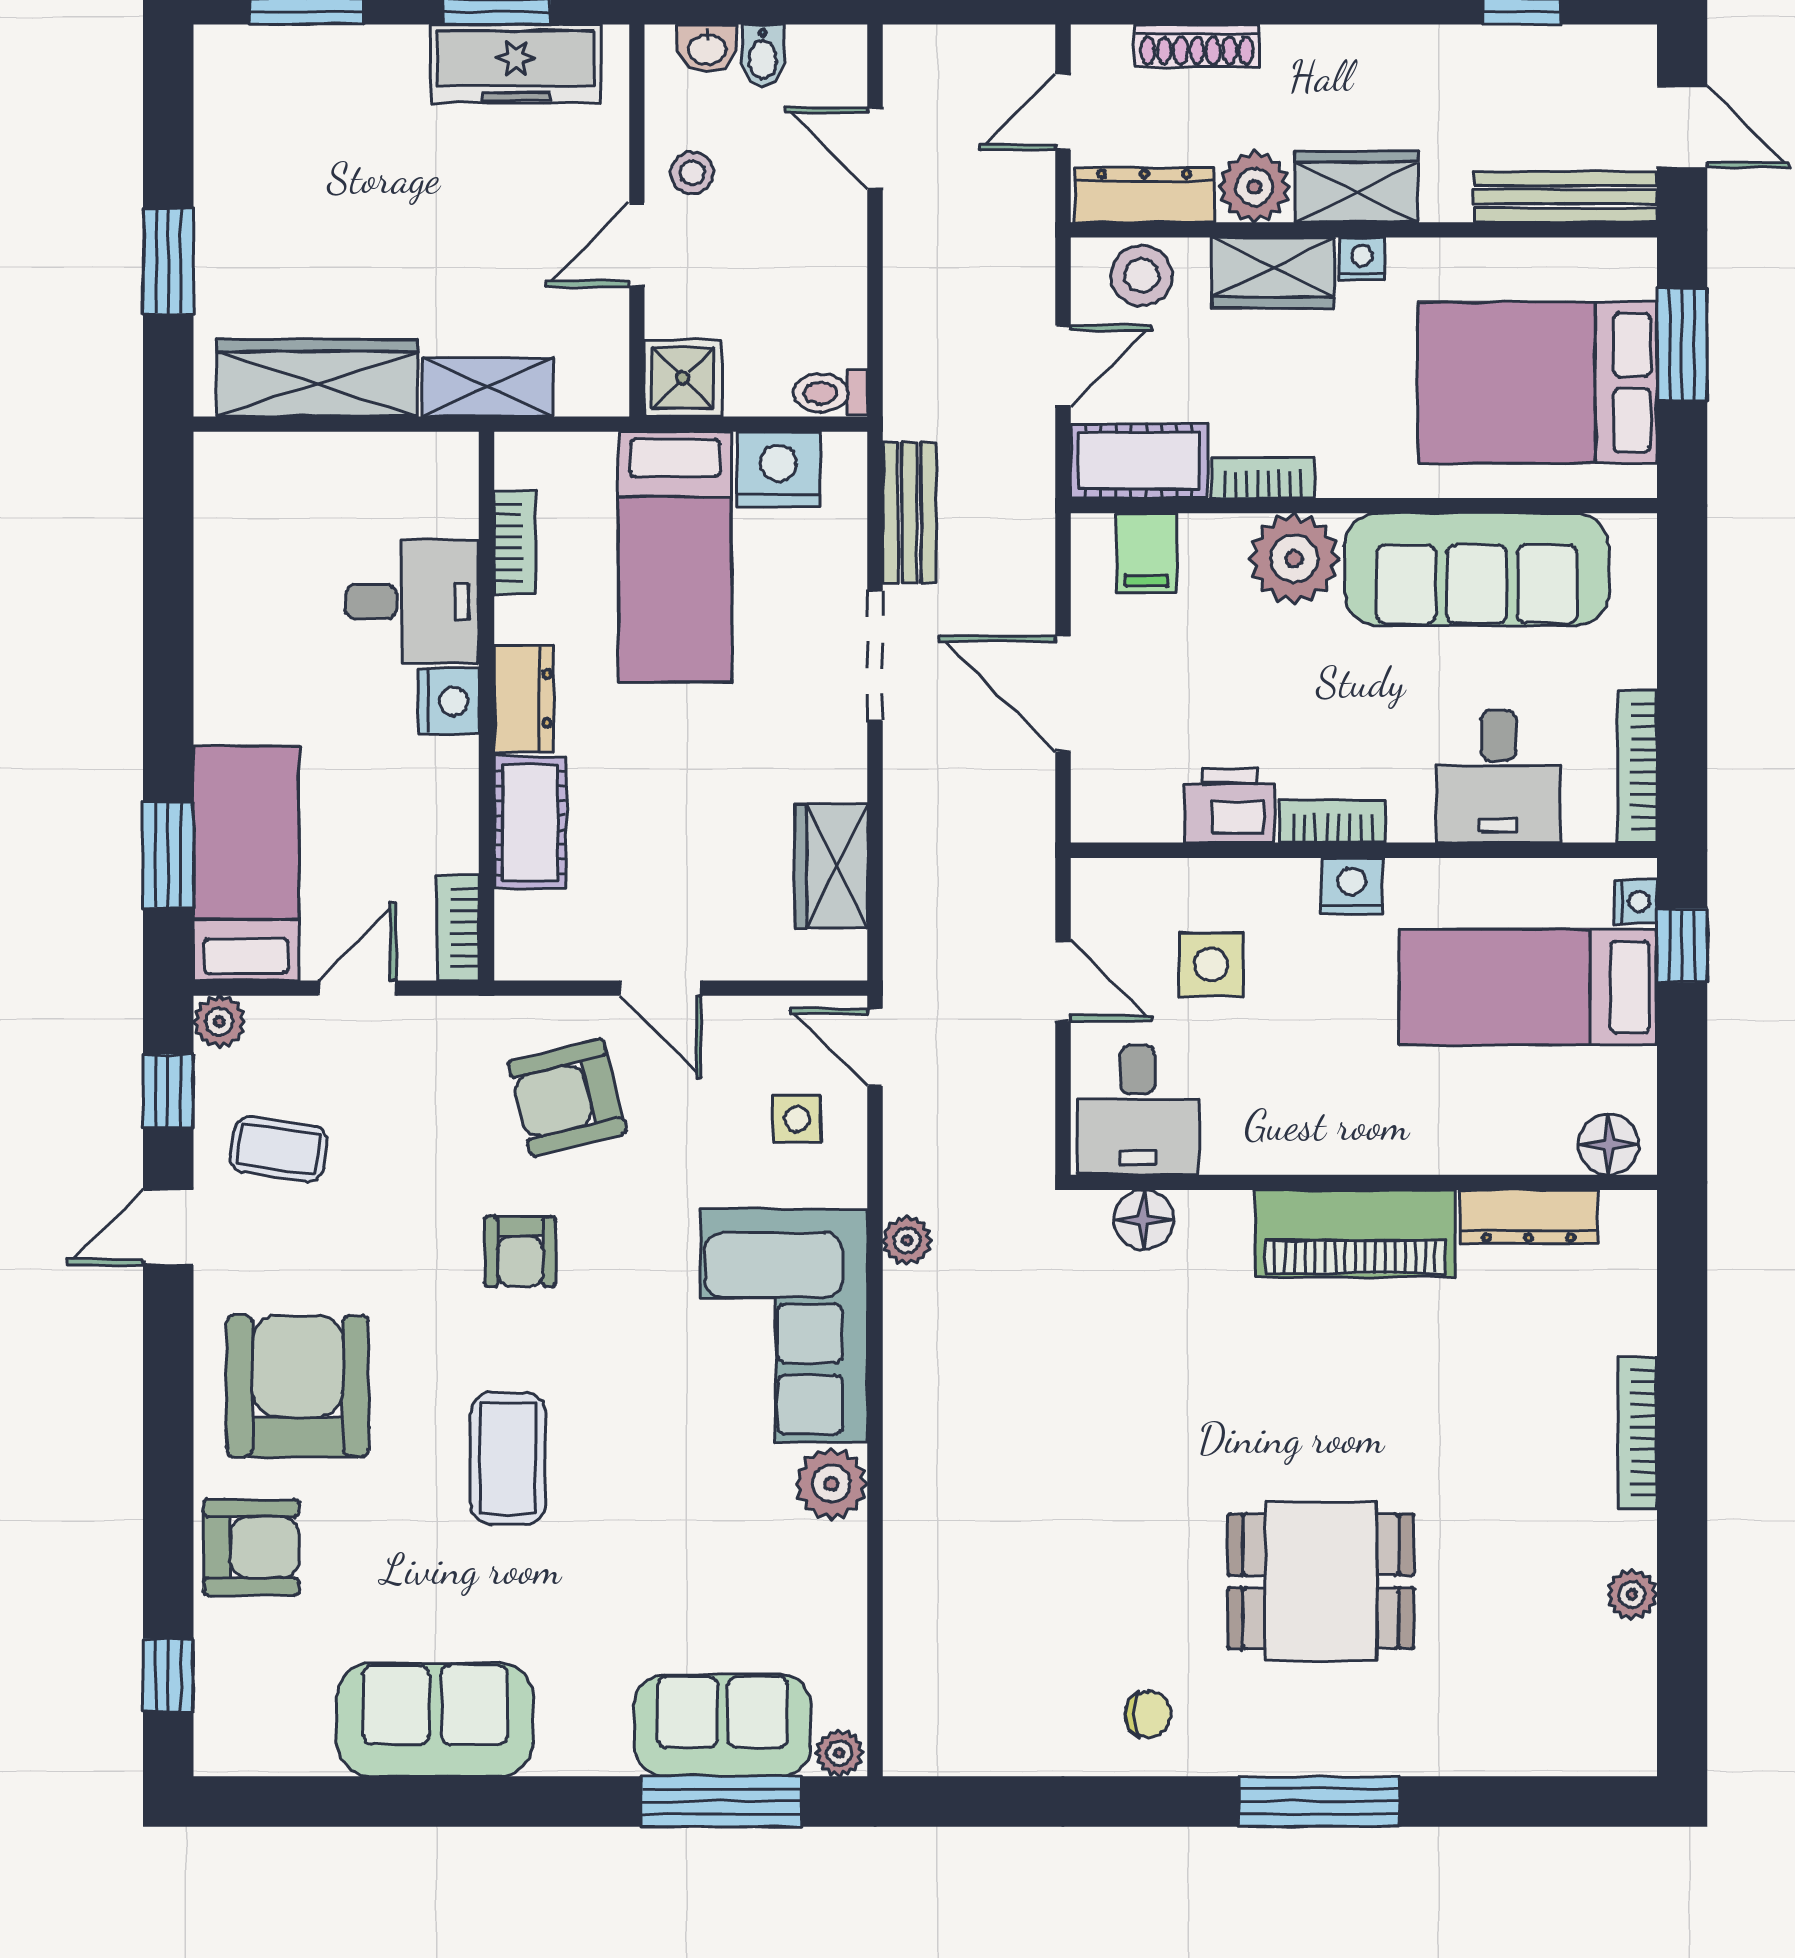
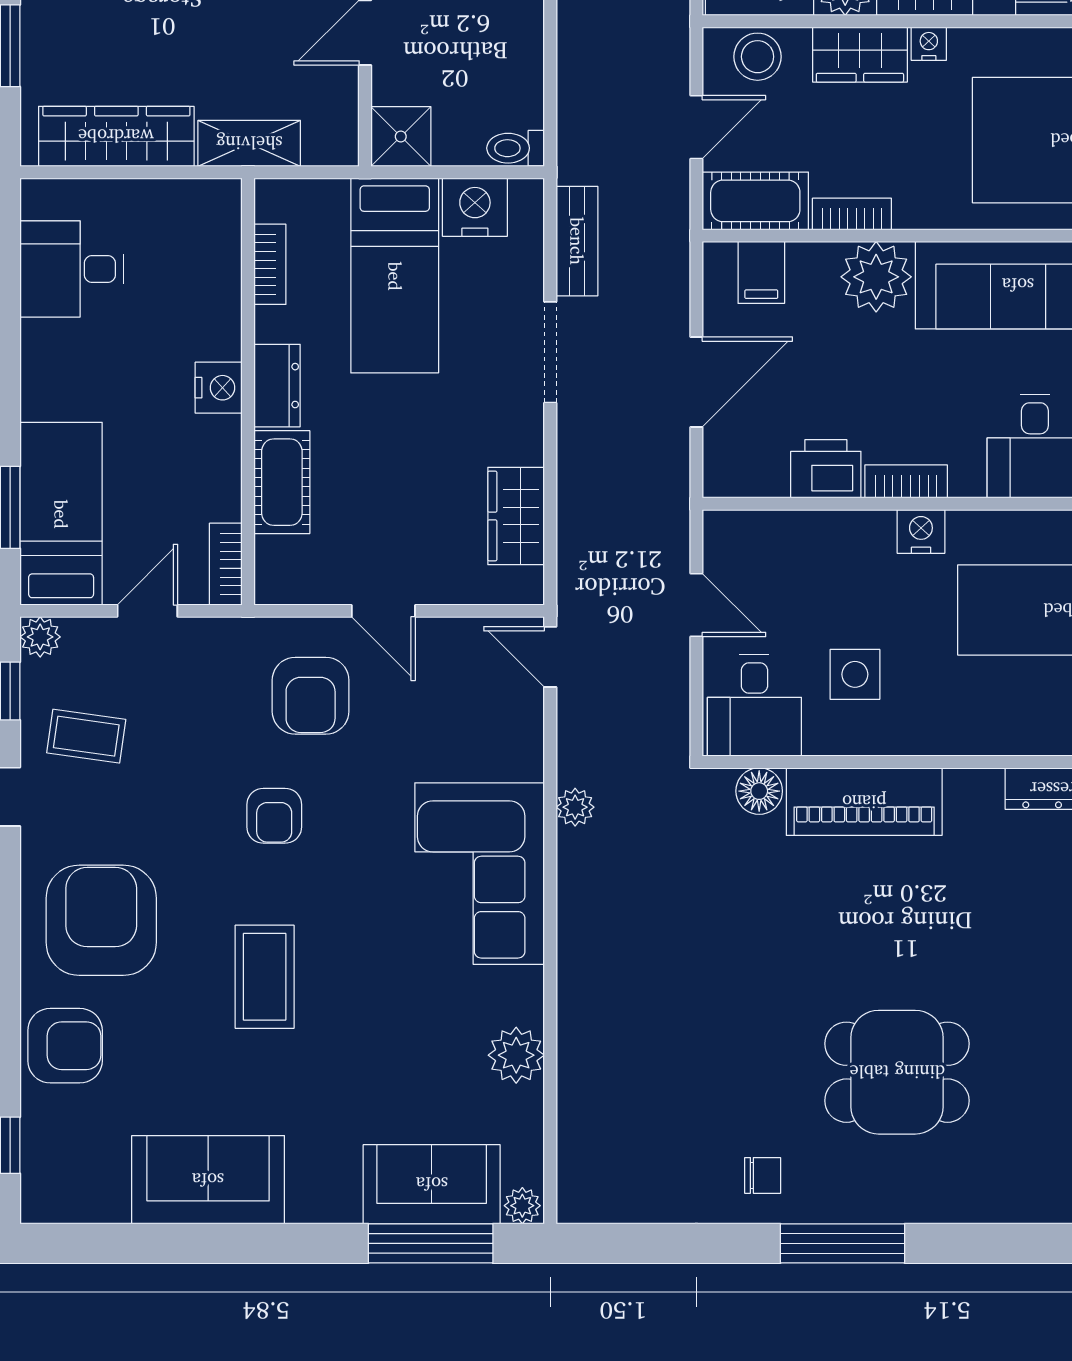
desk: (412, 601) -> (72, 269), moved, turned 180
door: (1063, 694) -> (696, 382), swing flipped
side table: (1211, 965) -> (855, 674), moved
armchair: (567, 1097) -> (311, 696), turned -76
side table: (797, 1119) -> (489, 713), removed
piano: (1355, 1233) -> (864, 802), moved
plant: (831, 1484) -> (516, 1055), moved
window: (1319, 1801) -> (842, 1243), moved

